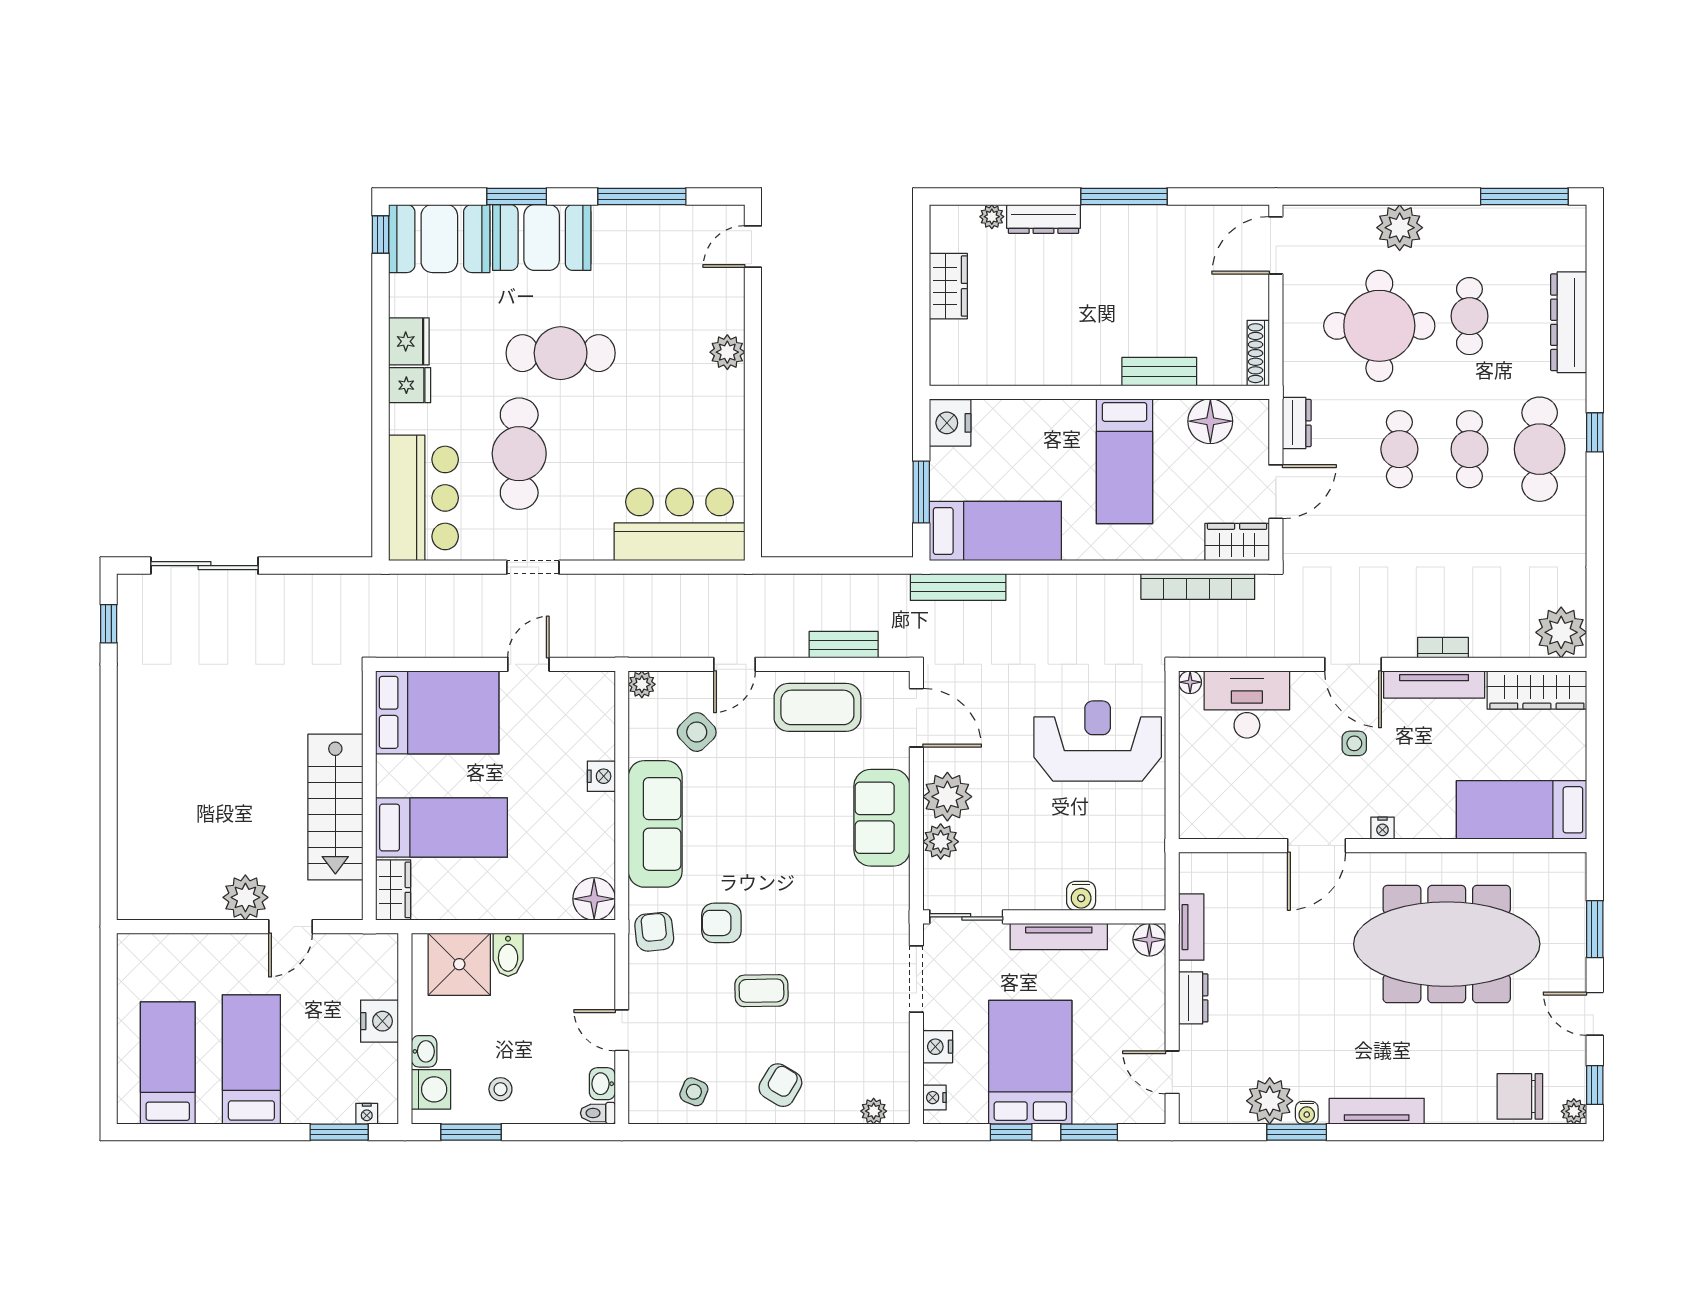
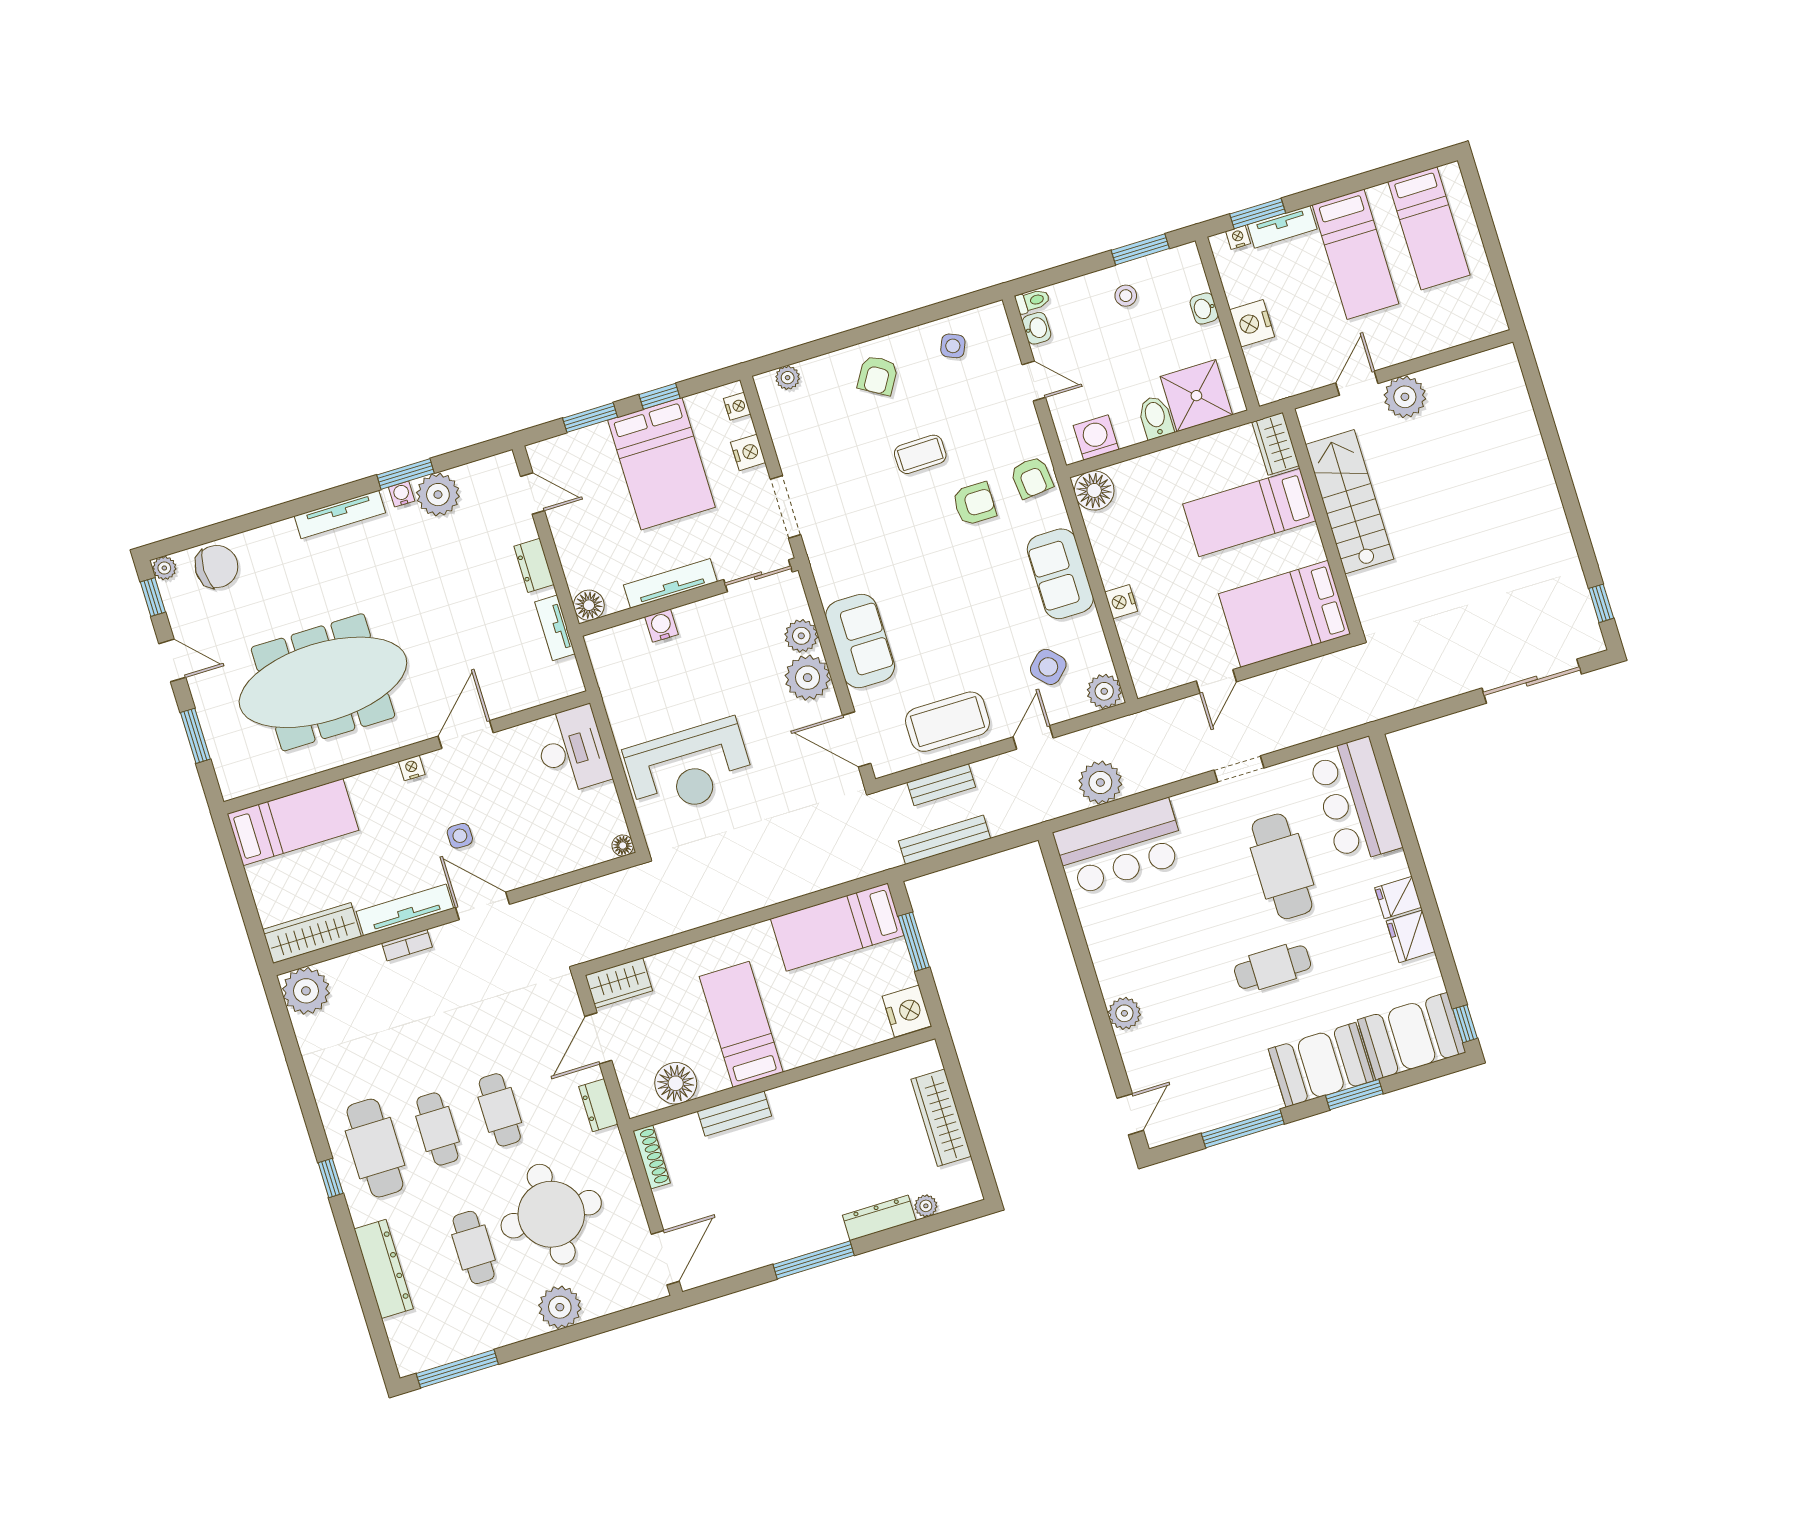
wardrobe: (948, 286) -> (941, 1118), width x1.50
cafe table: (561, 353) -> (1273, 967), width x0.73, depth x0.74
bench: (958, 587) -> (945, 840), moved
bookcase: (1198, 587) -> (642, 933), removed
plant: (679, 597) -> (1100, 782), added
plant: (642, 684) -> (1104, 691), width x1.38, depth x1.38
desk: (1247, 704) -> (572, 750), moved, turned -90
sofa: (655, 824) -> (1060, 574), width x0.73
washing machine: (431, 1089) -> (1096, 438), moved, turned 90
tv unit: (318, 1111) -> (1282, 227), added

